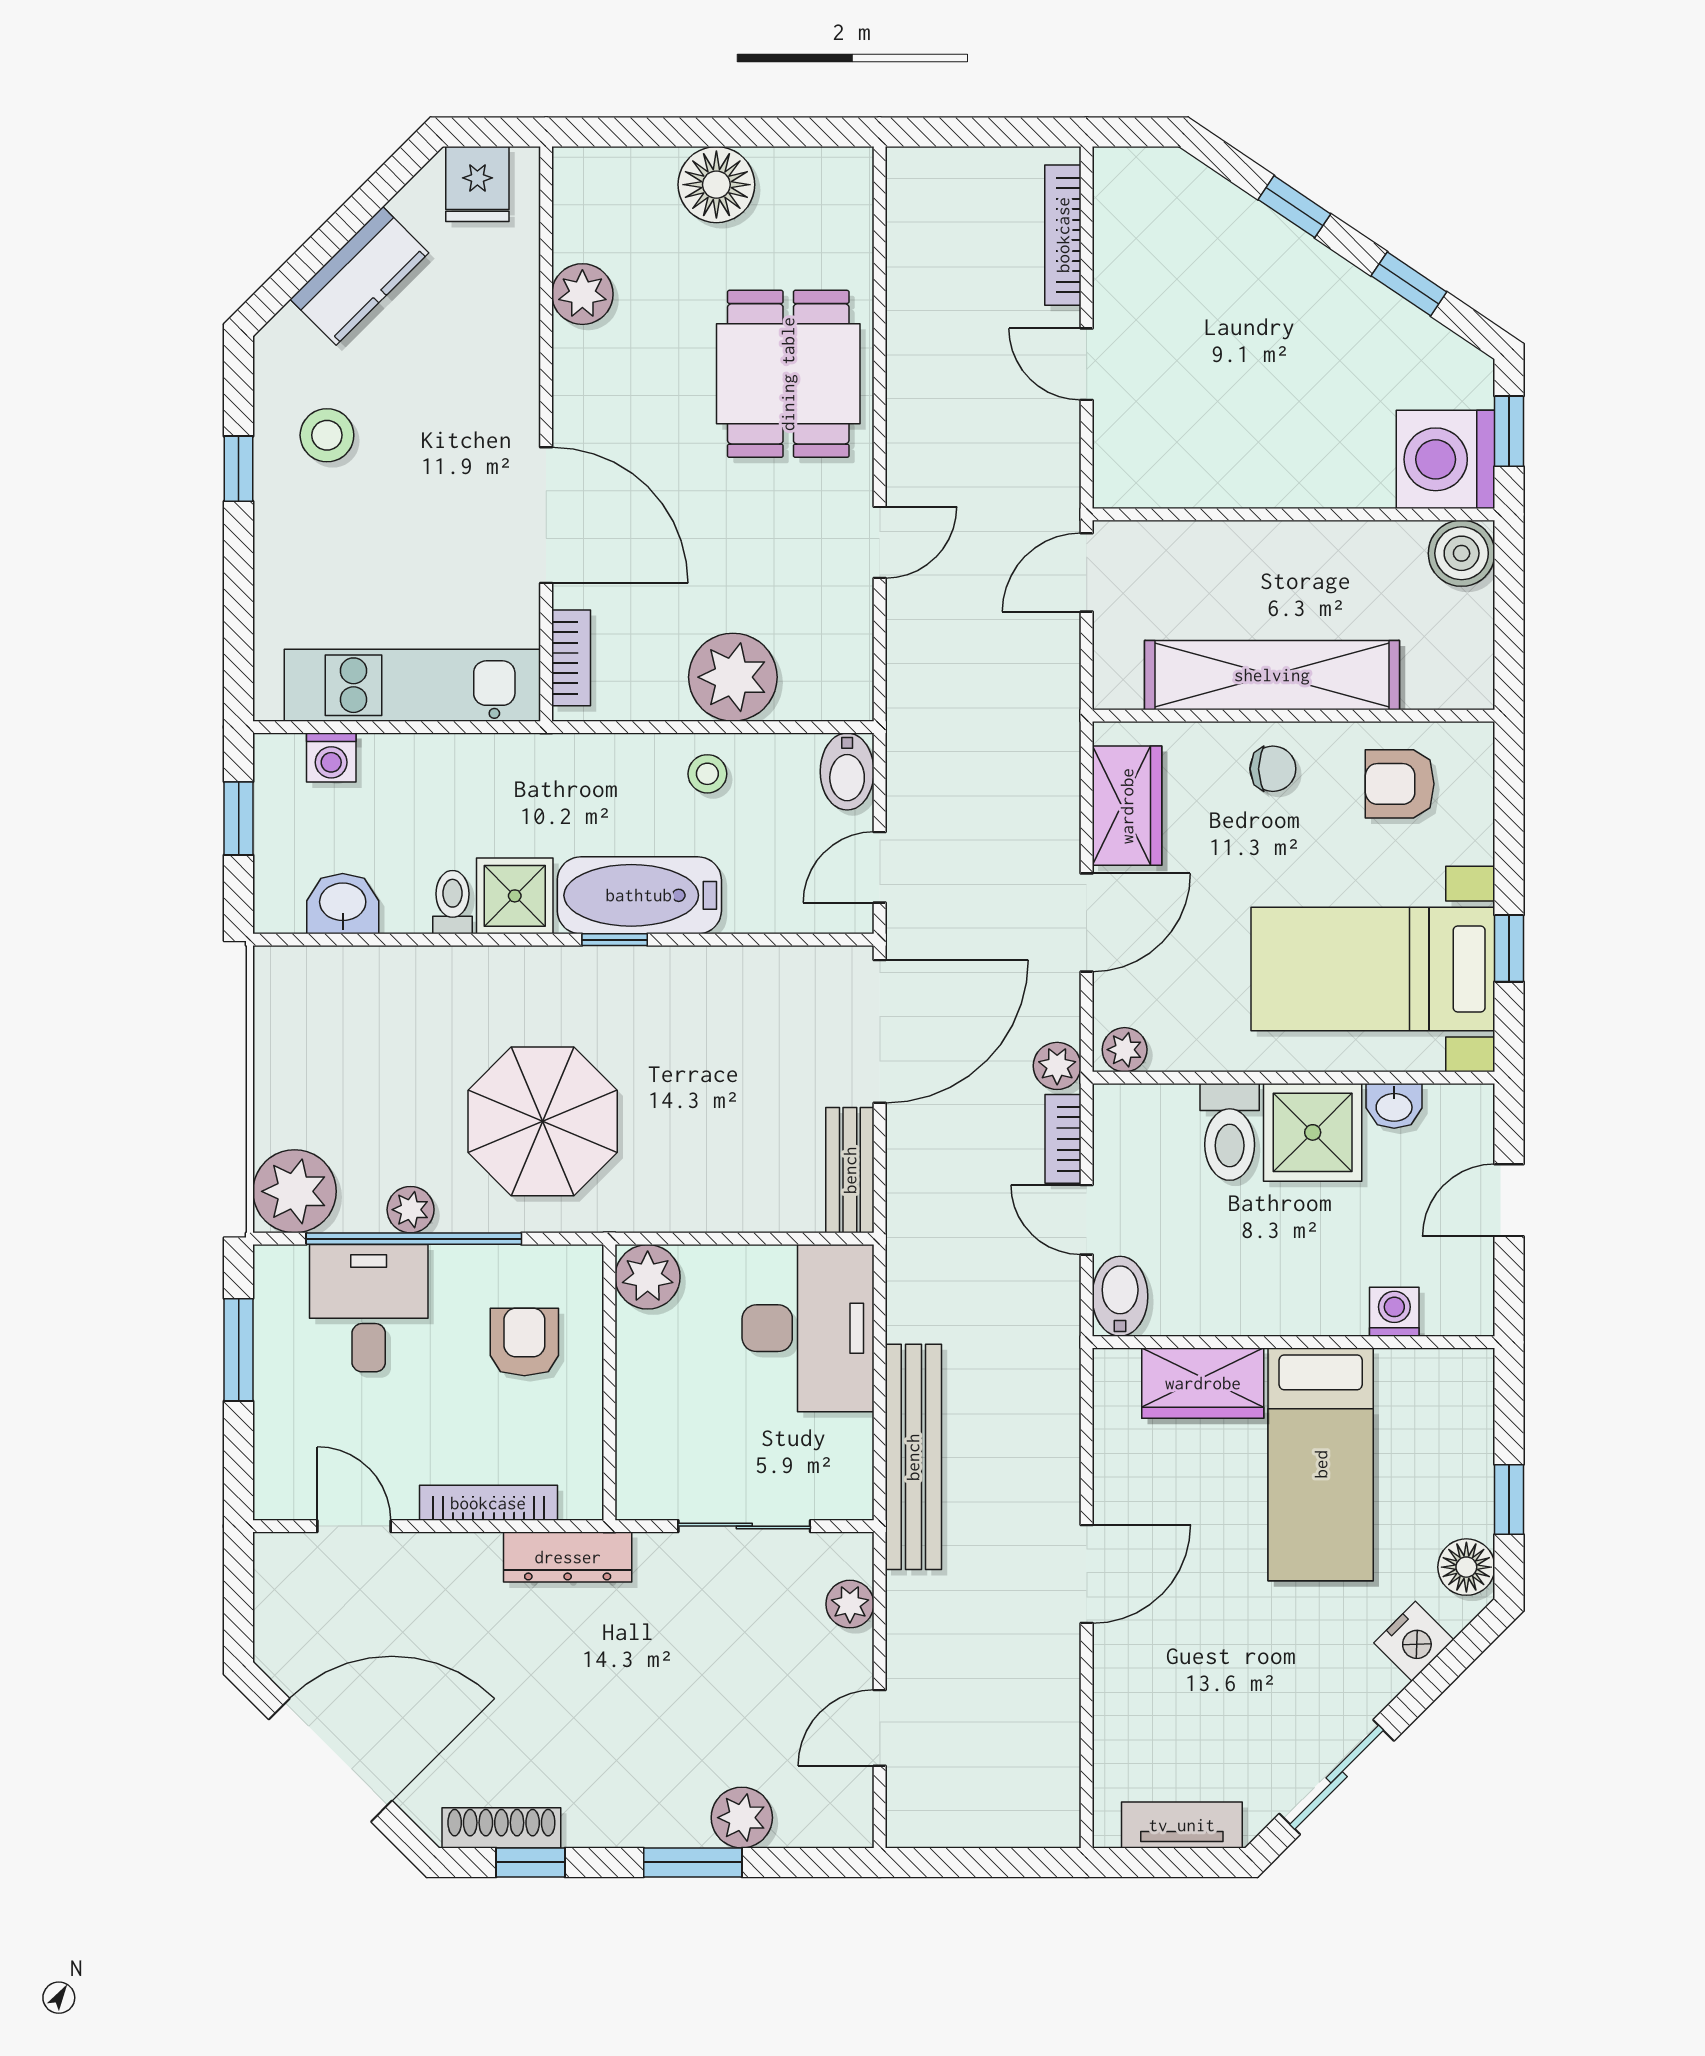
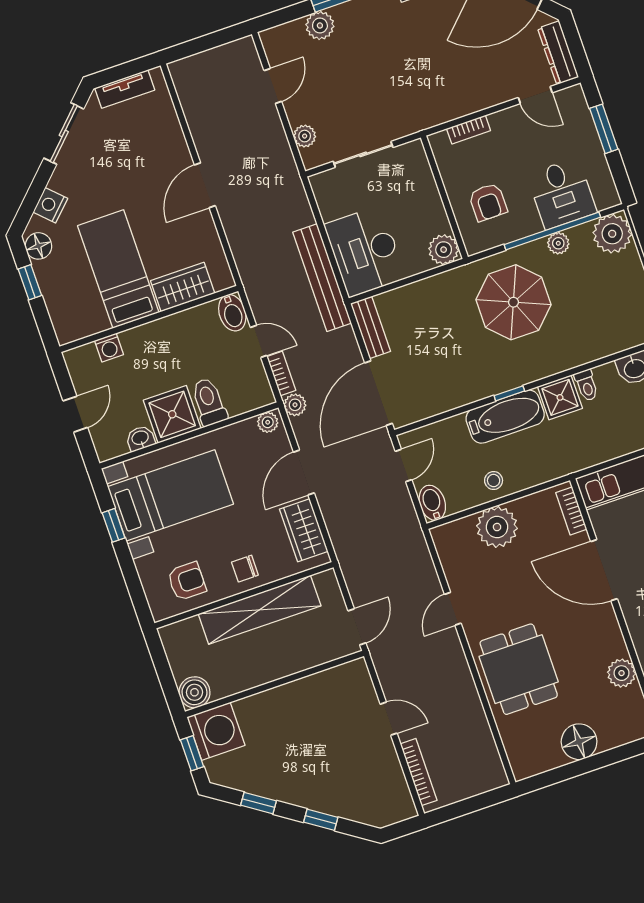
window: (239, 1350) -> (604, 129), moved
bench: (913, 1457) -> (322, 278), moved
bookcase: (488, 1503) -> (469, 130), width x0.64
dresser: (568, 1557) -> (558, 53), moved, turned -90

